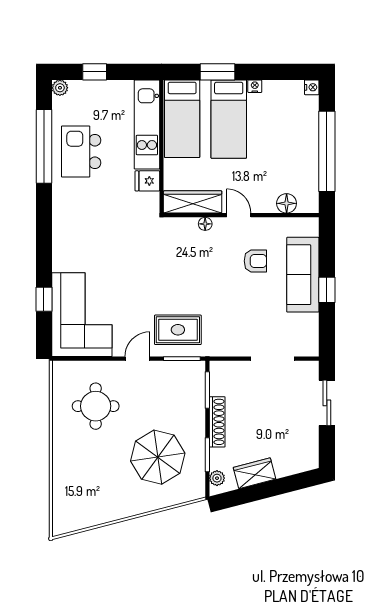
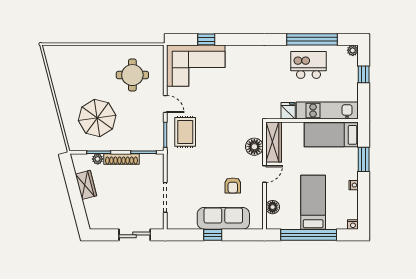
bed: (229, 119) -> (313, 202), moved, turned 90
floor lamp: (205, 224) -> (254, 147), width x1.89, depth x1.89
plant: (217, 478) -> (98, 159), moved

